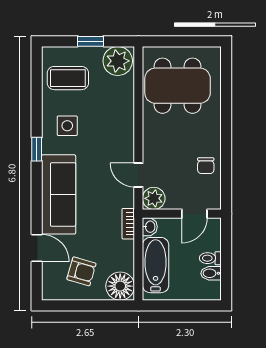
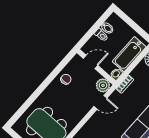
door: (138, 175) -> (100, 102), hinge flipped

